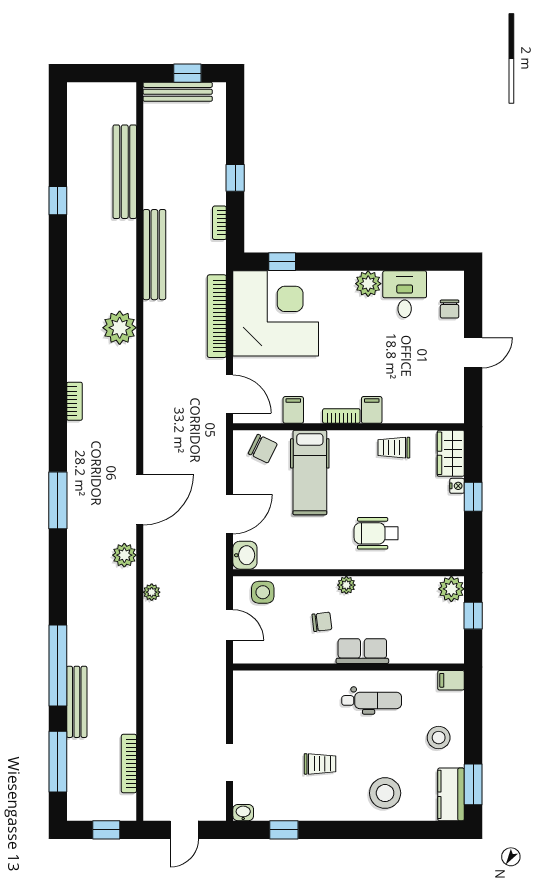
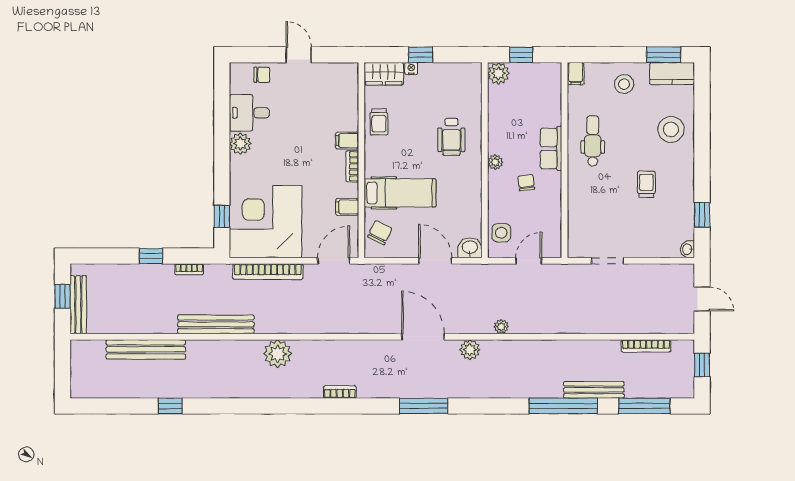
doorway: (230, 762) -> (608, 261), moved

